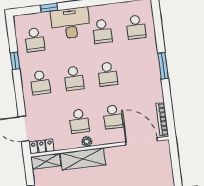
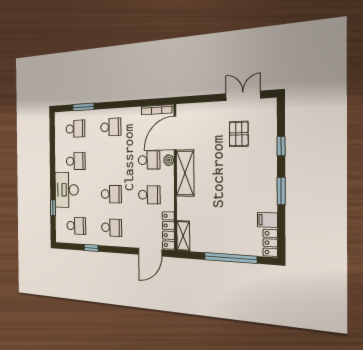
window: (163, 66) -> (83, 107), moved
school desk: (108, 74) -> (111, 127), moved
plant: (87, 141) -> (169, 160), moved
locker: (42, 146) -> (168, 230), width x1.53
shelving: (83, 159) -> (185, 173), moved

